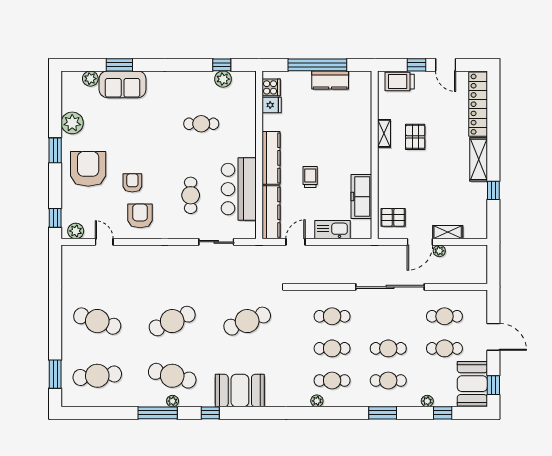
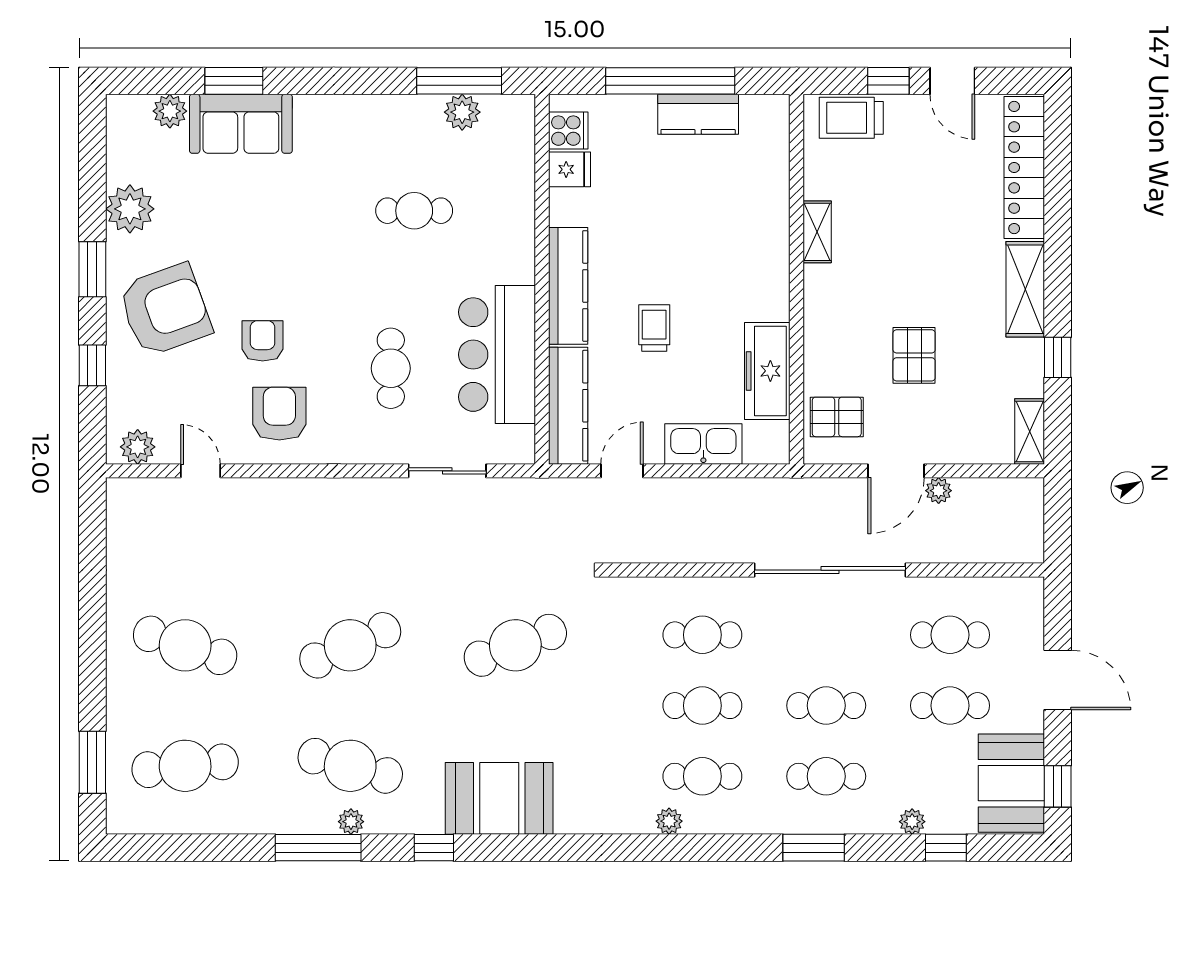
window: (222, 65) -> (459, 81), width x2.17
pallet: (415, 137) -> (914, 355), moved
armchair: (88, 169) -> (165, 310), turned 70
window: (55, 218) -> (92, 365), moved
shelving: (448, 232) -> (1030, 431), moved, turned 90

